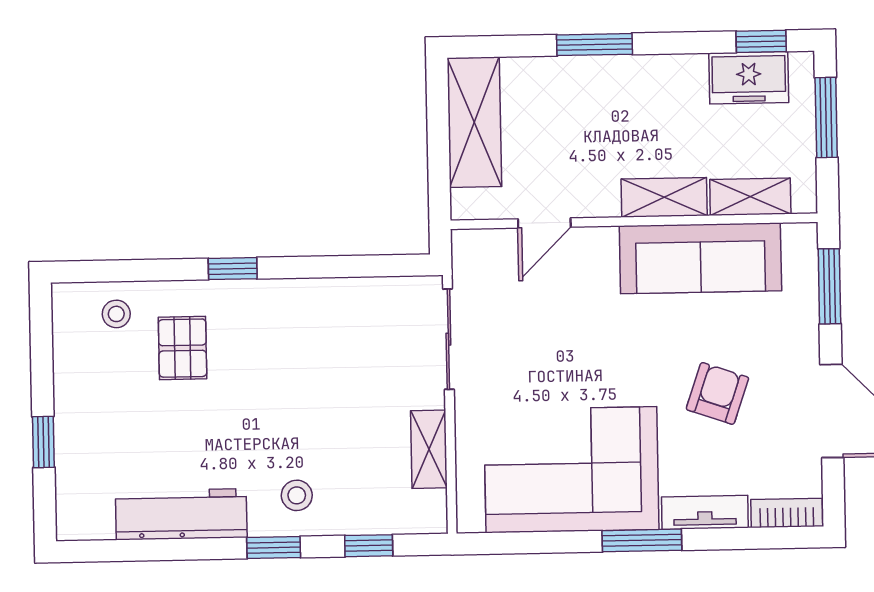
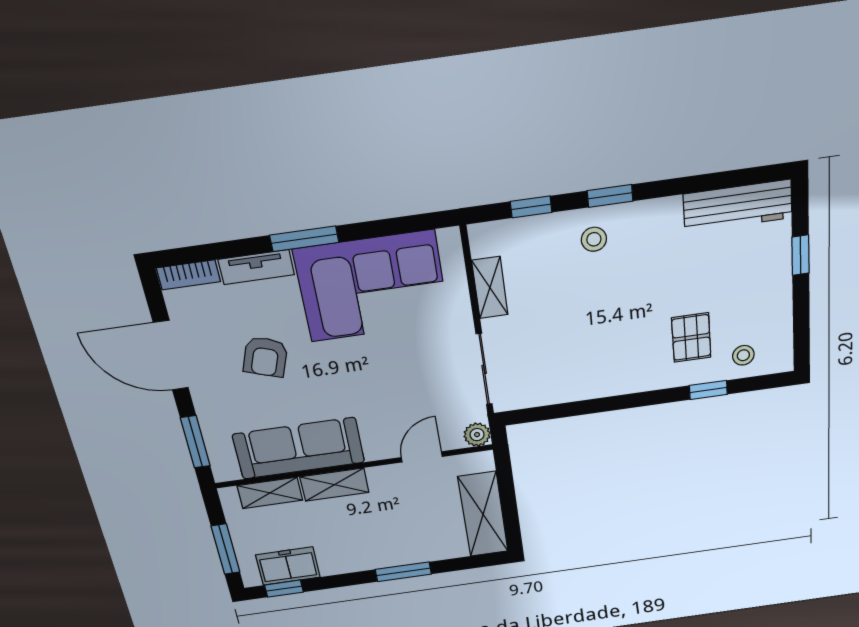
plant: (468, 246) -> (477, 435), added
window: (233, 269) -> (708, 390), moved
workbench: (181, 514) -> (738, 206), moved

